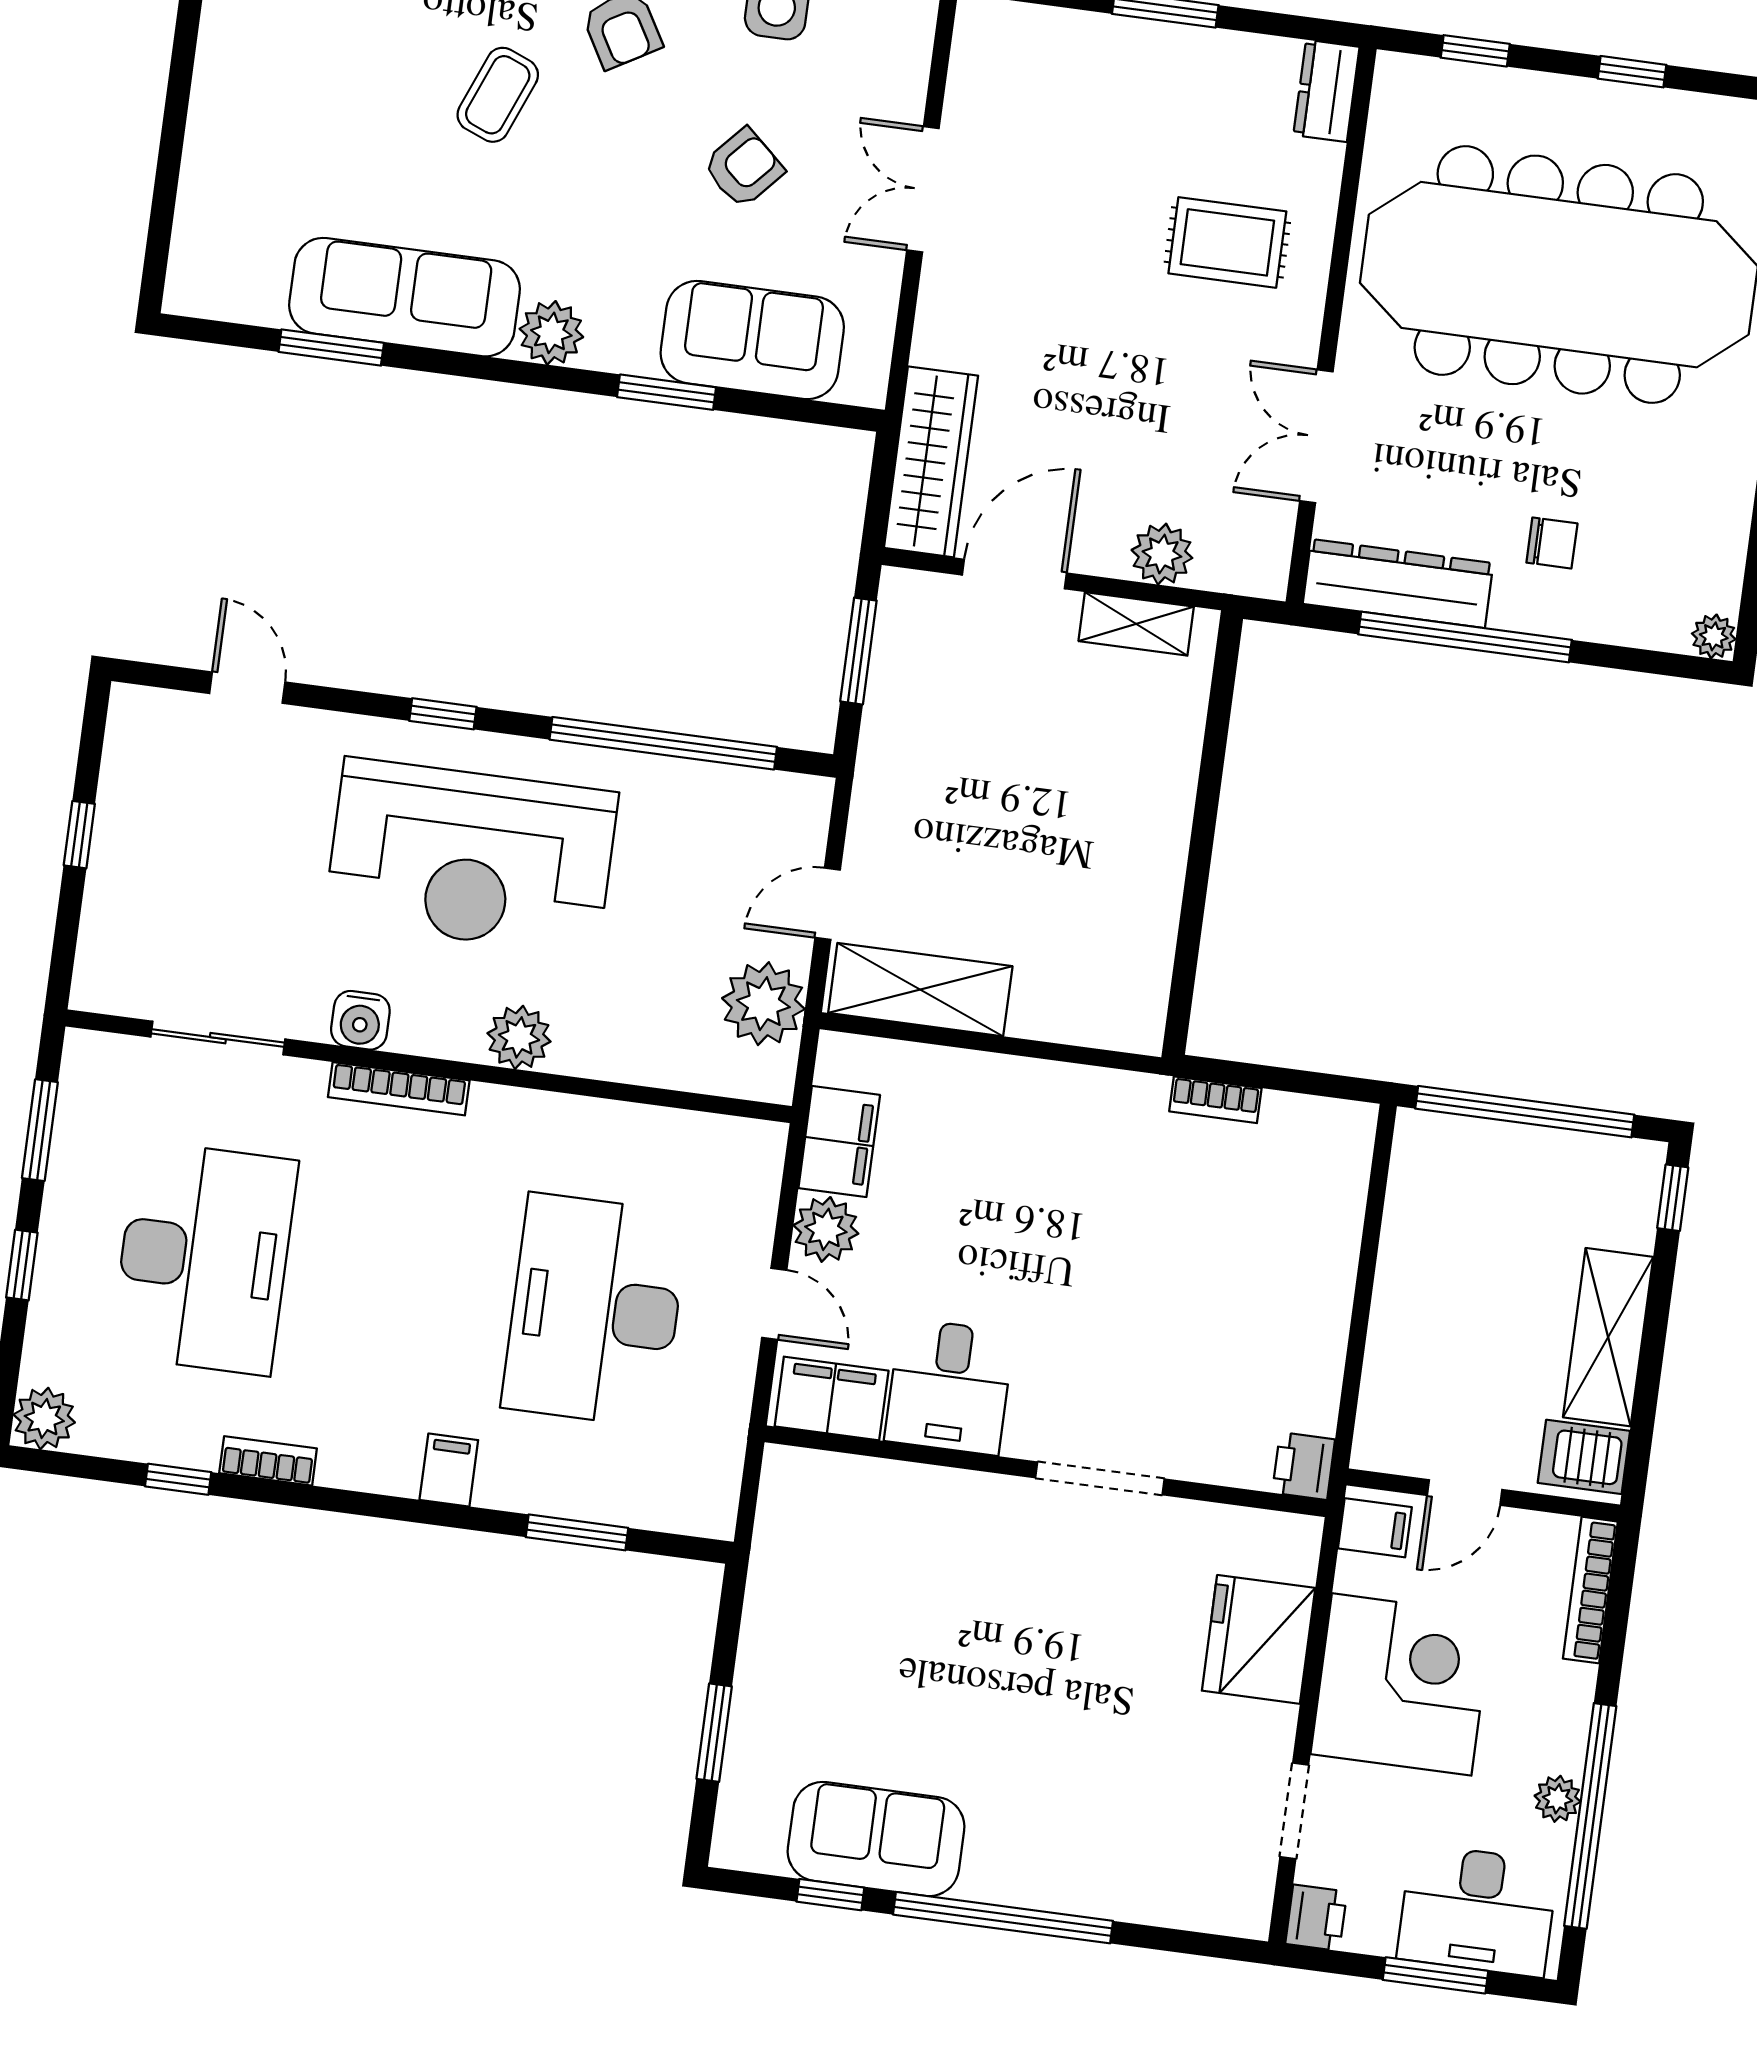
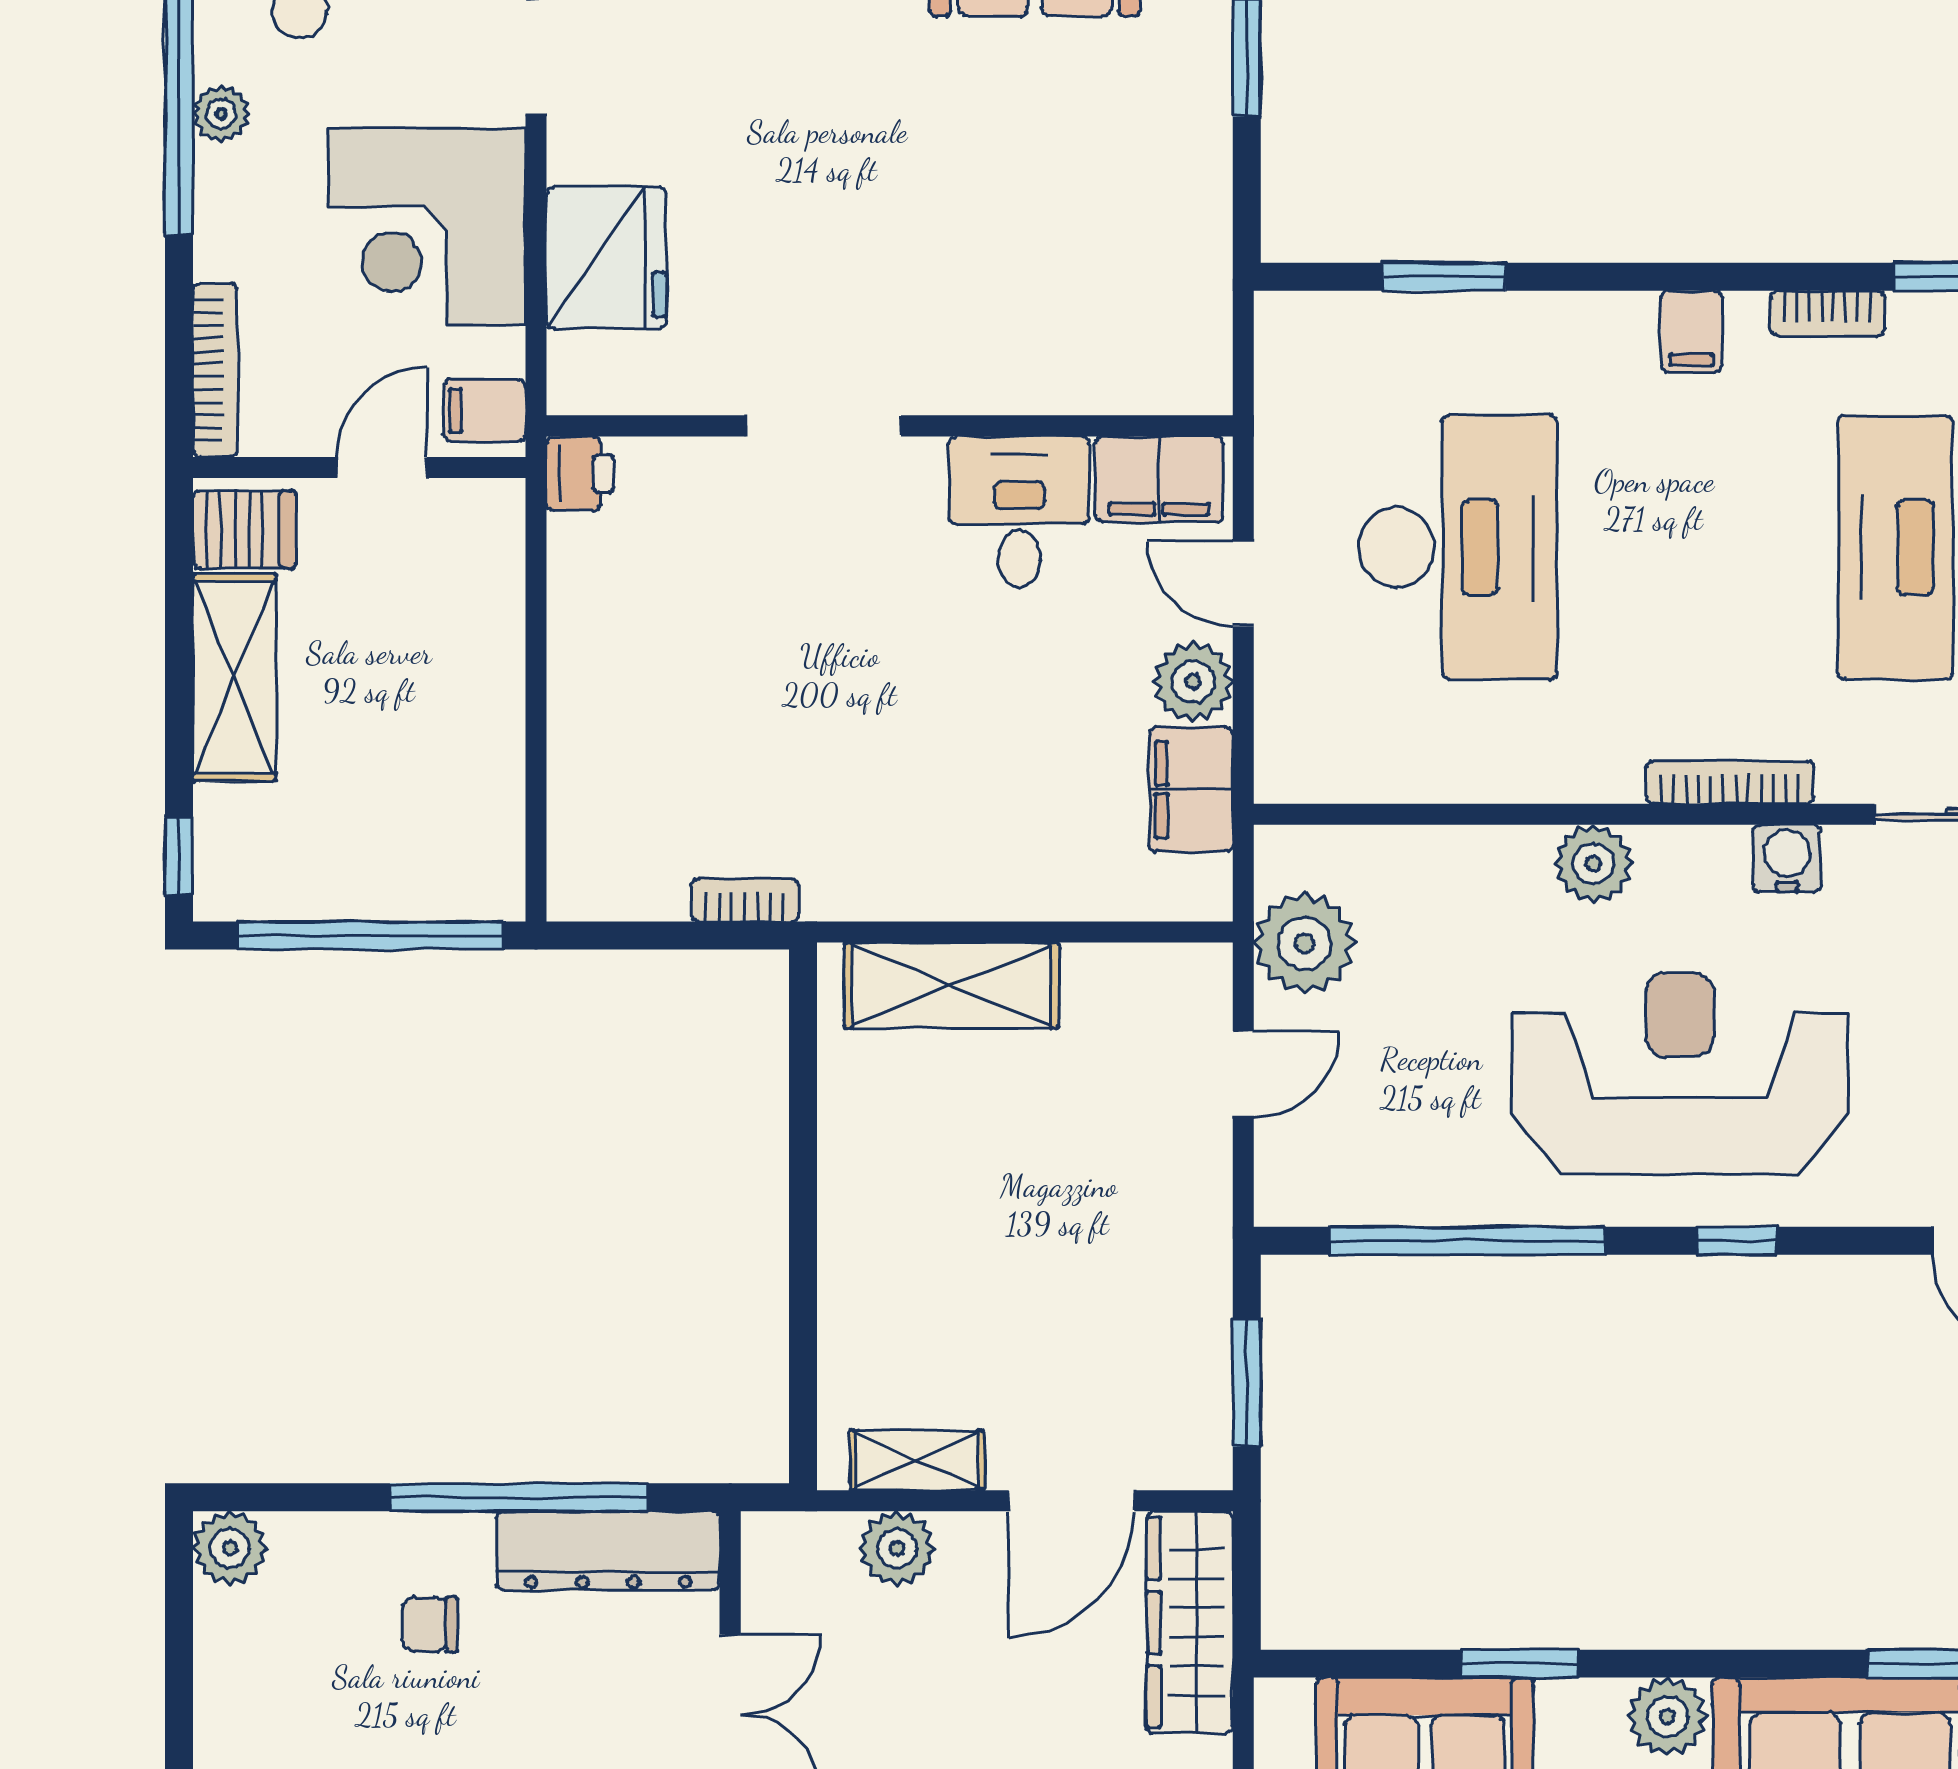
plant: (1714, 636) -> (230, 1548), width x1.38, depth x1.38
shelving: (920, 990) -> (952, 985), moved
filing cabinet: (449, 1470) -> (1691, 331), moved

